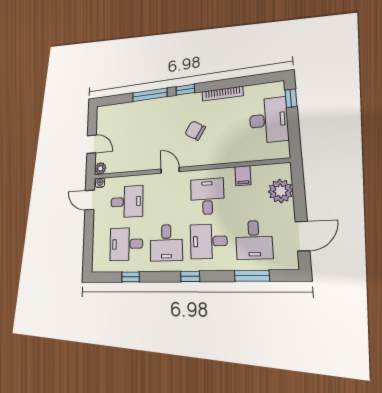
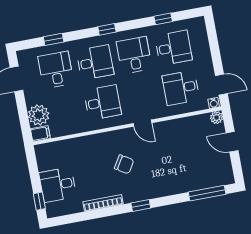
window: (150, 95) -> (207, 193), moved
desk: (269, 120) -> (58, 185), width x0.73
filing cabinet: (243, 176) -> (40, 134), moved, turned 90
desk: (207, 196) -> (102, 102), turned -90
window: (252, 276) -> (54, 39), width x0.67

